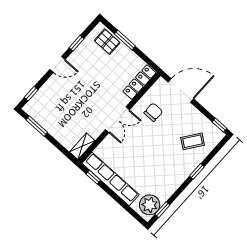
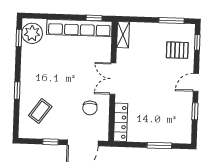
pallet: (107, 42) -> (177, 50), moved
window: (219, 125) -> (51, 142), moved

